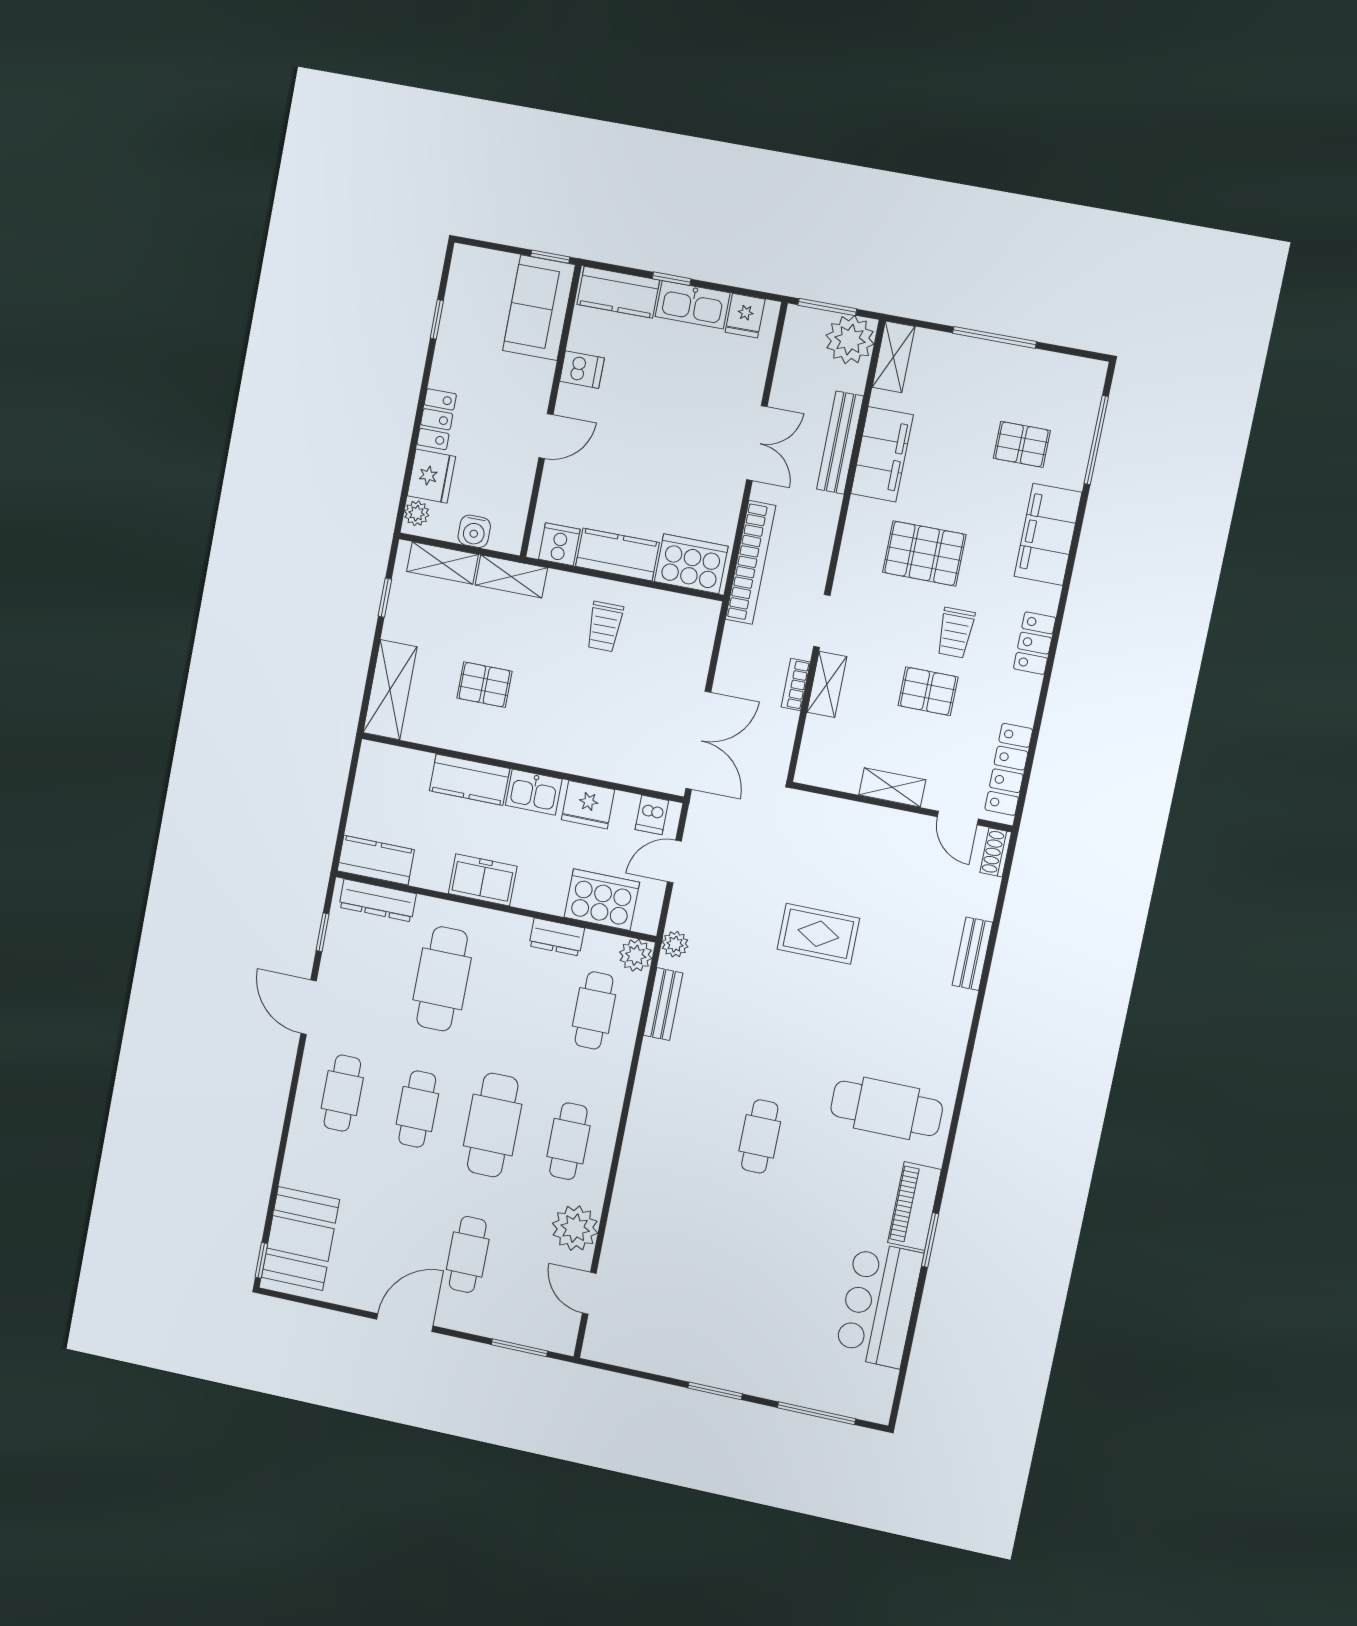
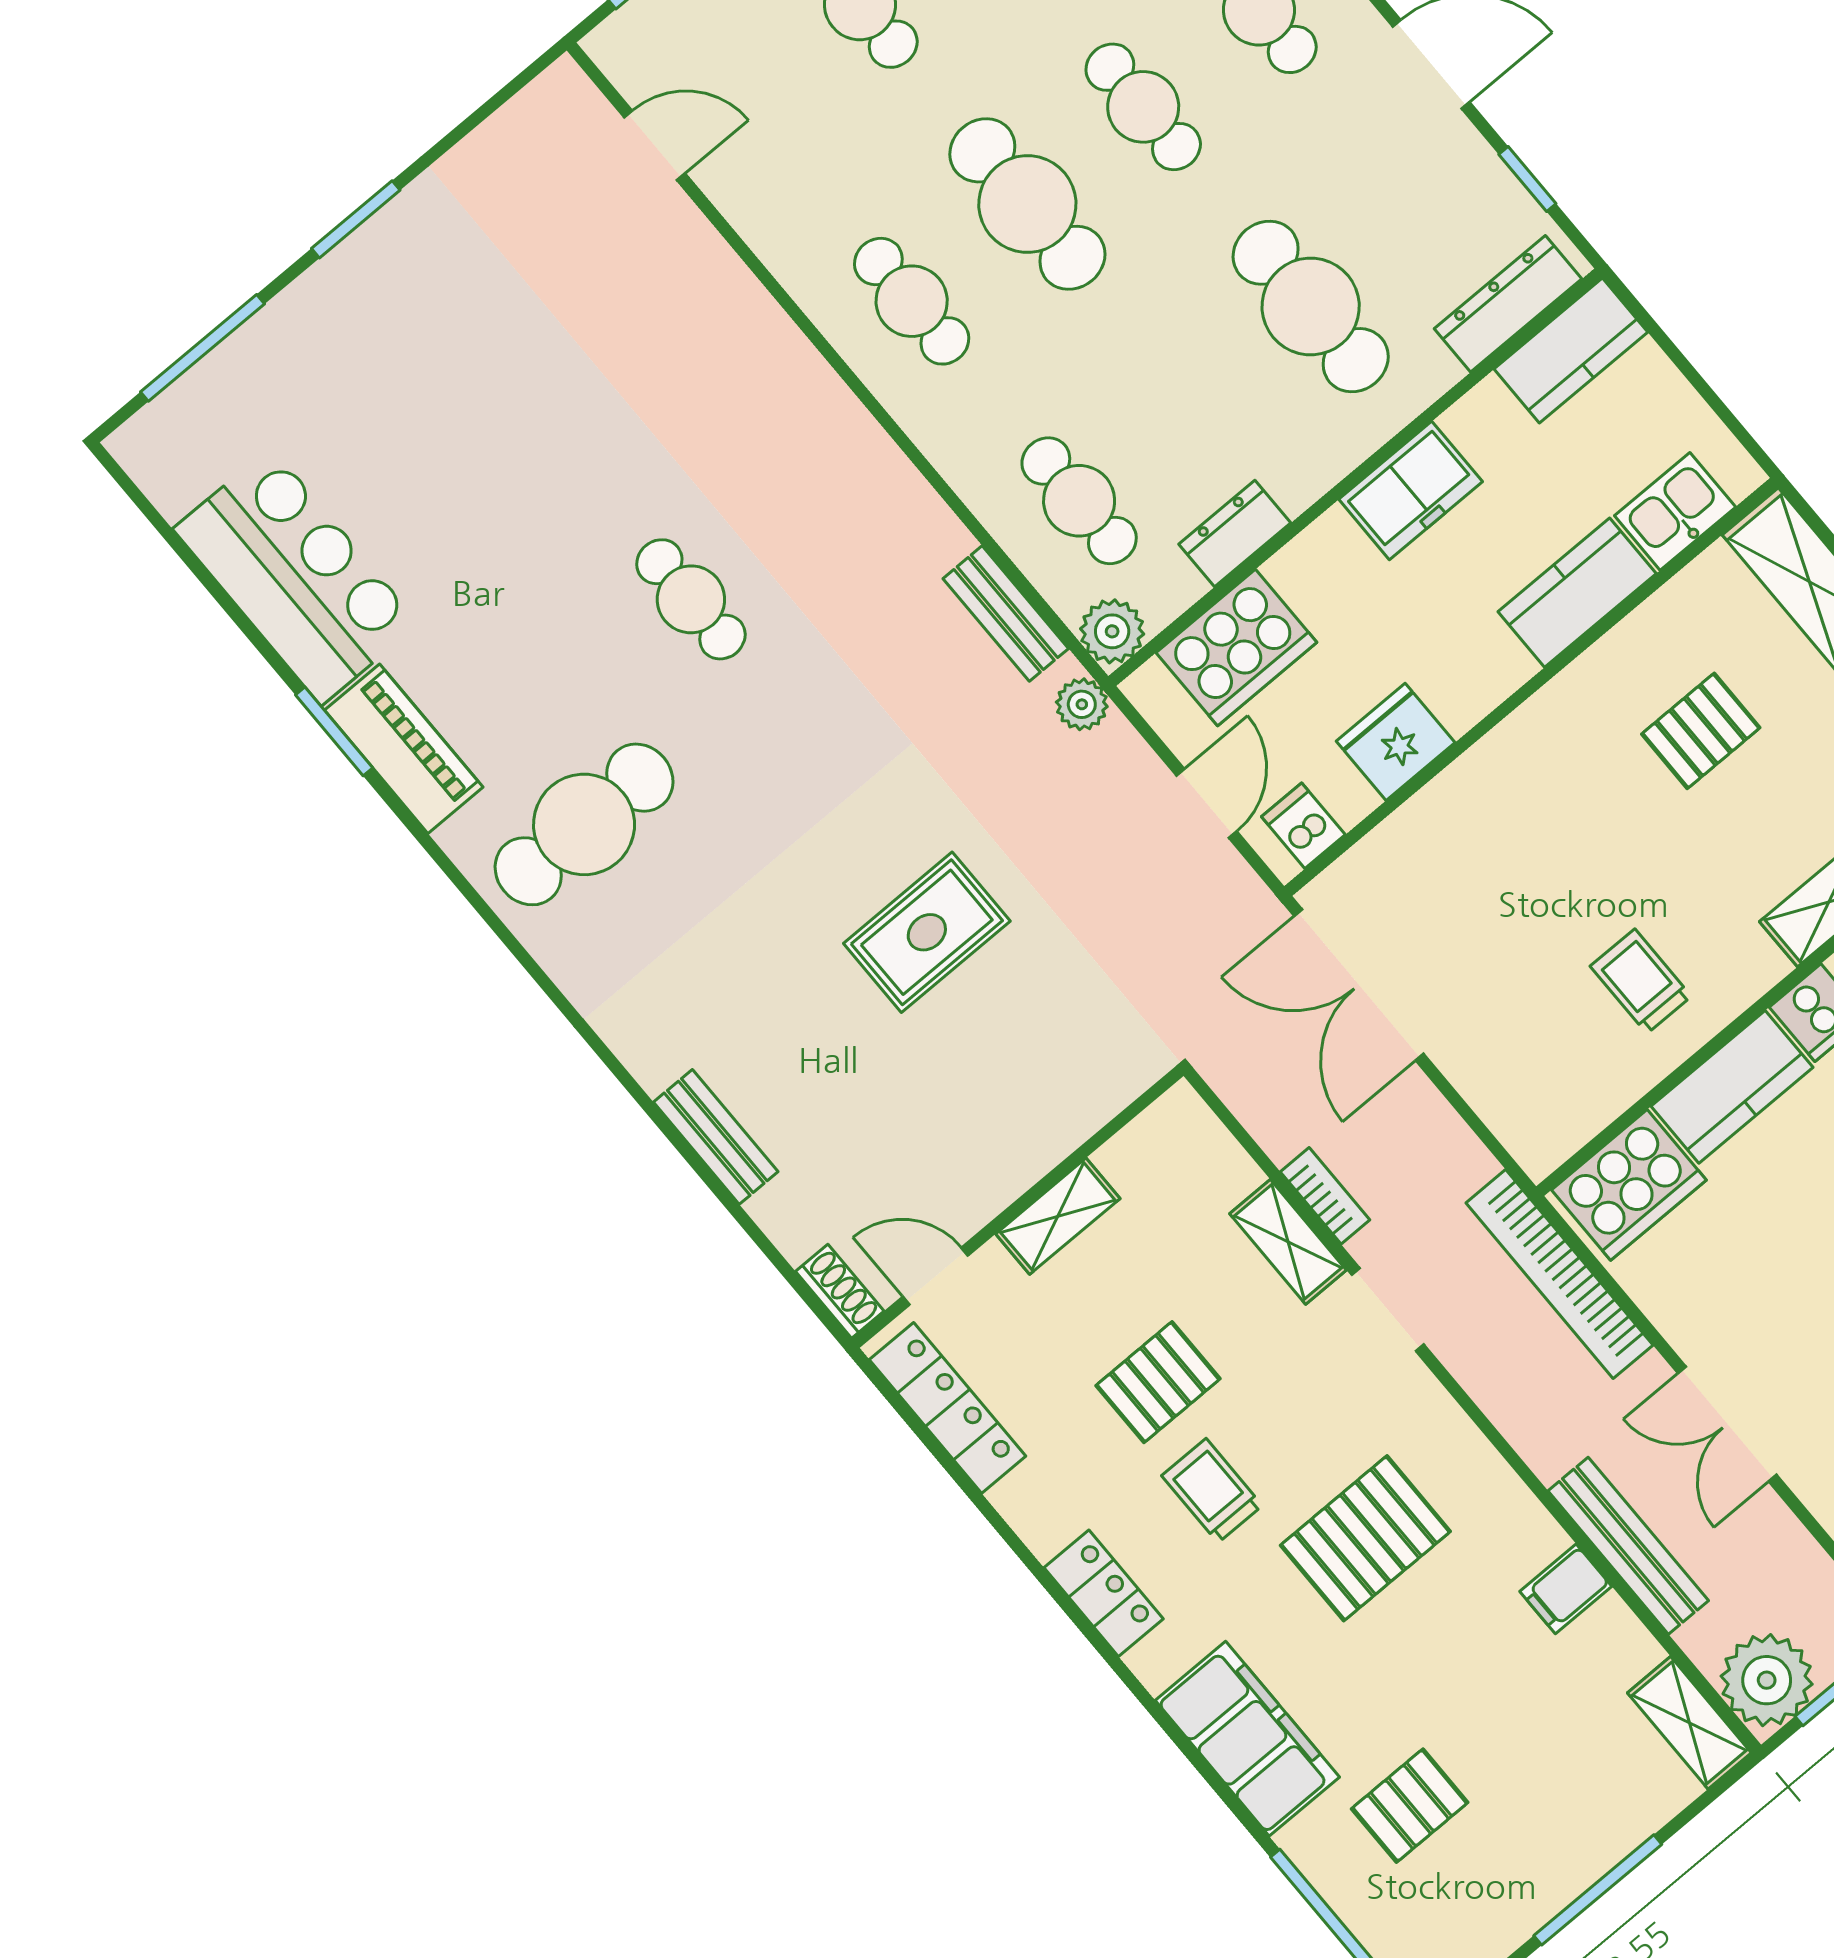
filing cabinet: (882, 454) -> (1566, 1589), width x0.33, depth x0.86
kitchen sink: (534, 792) -> (1675, 511), moved
plant: (575, 1228) -> (771, 204), removed

